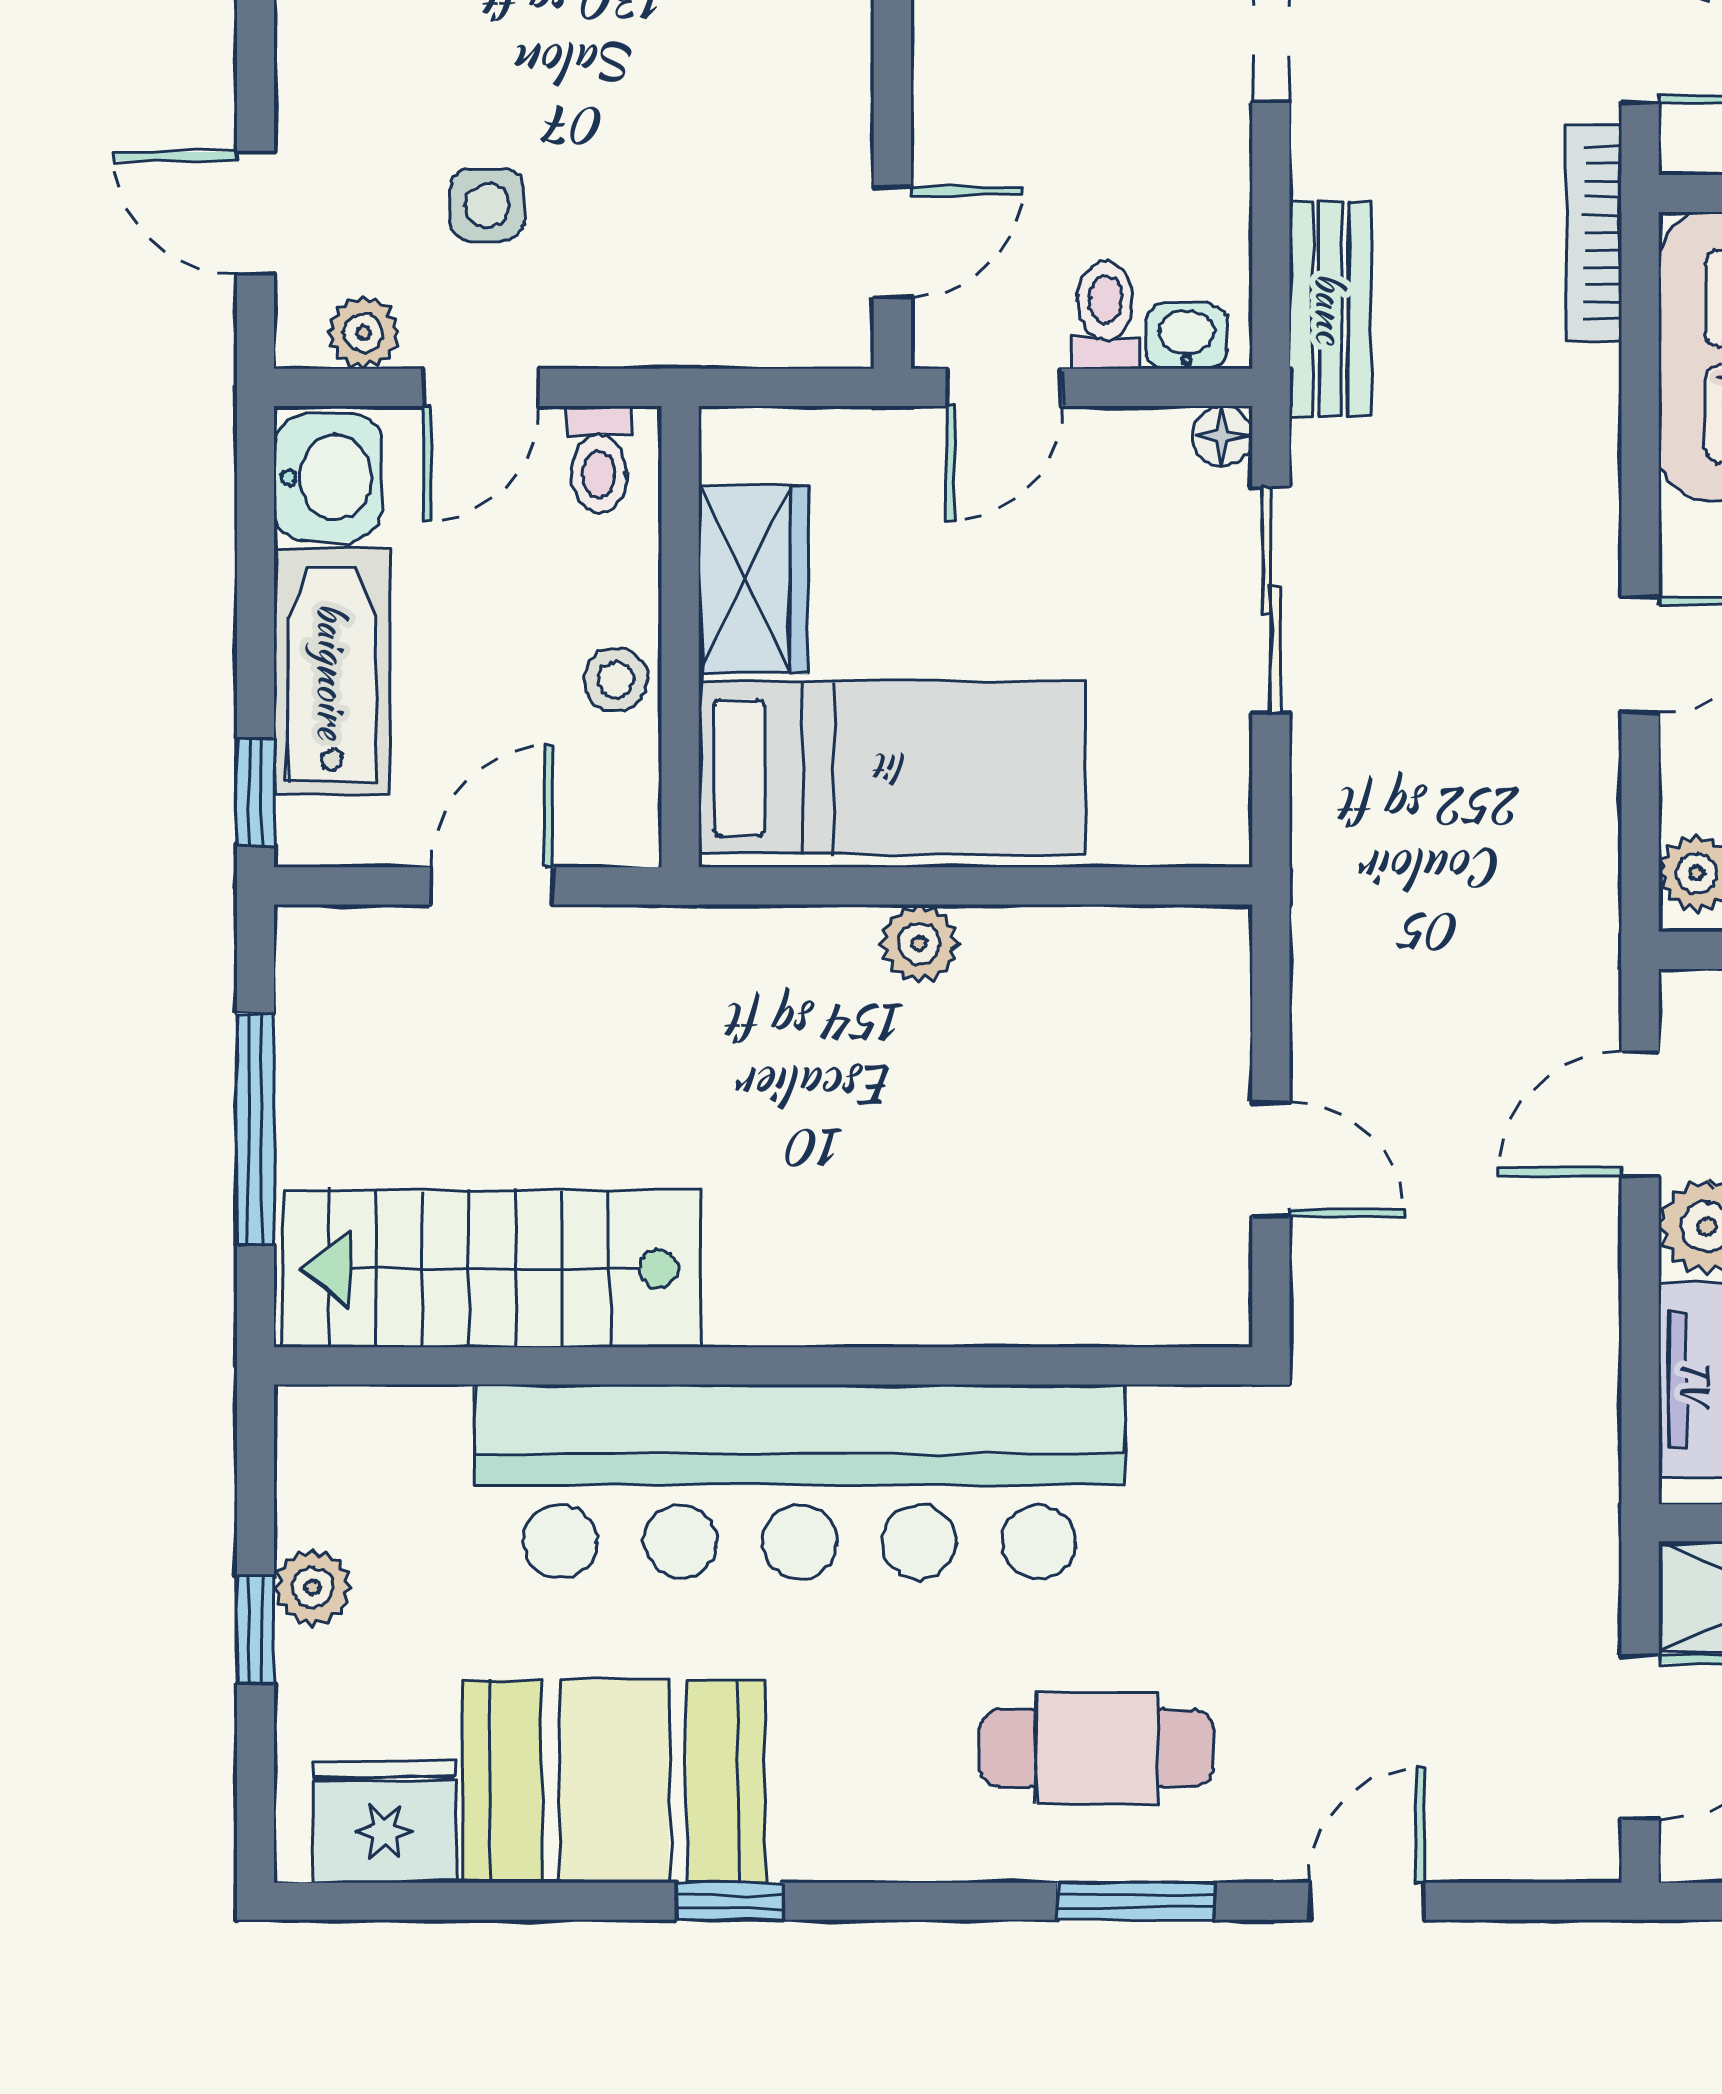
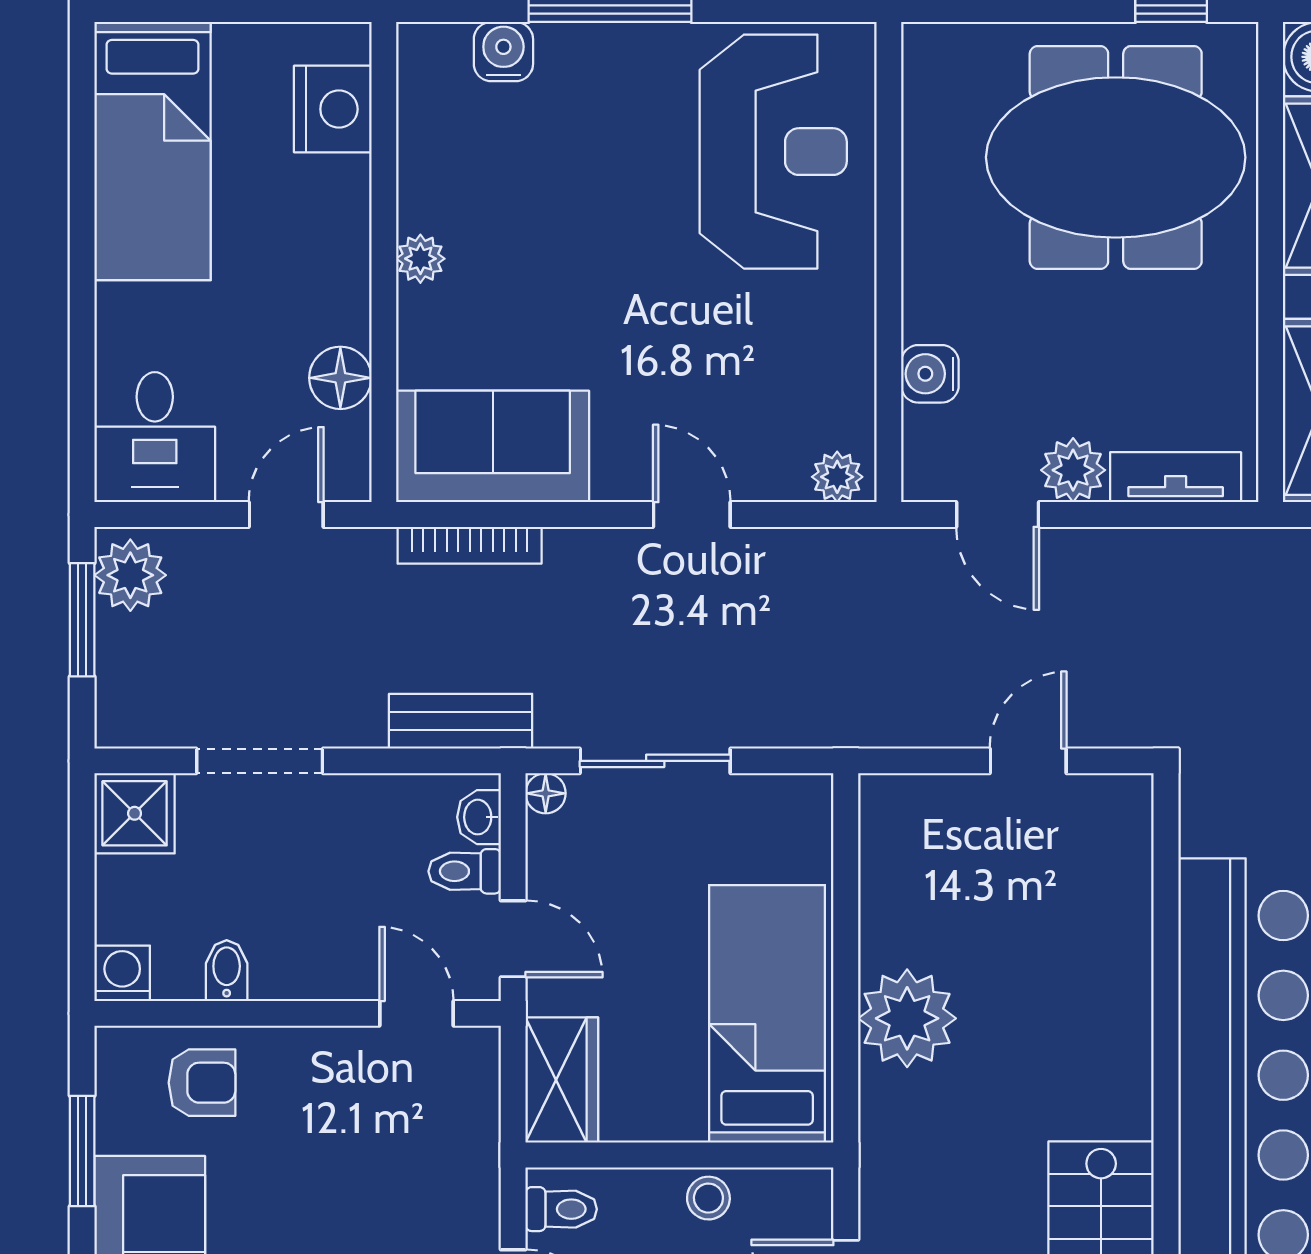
bookcase: (1594, 233) -> (470, 545), moved
wardrobe: (753, 580) -> (562, 1080), moved, turned 90
plant: (919, 944) -> (907, 1018), width x1.88, depth x1.88

